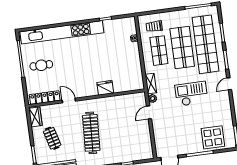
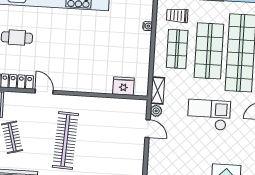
fridge: (105, 88) -> (123, 86), moved
door: (149, 112) -> (148, 129), swing flipped

